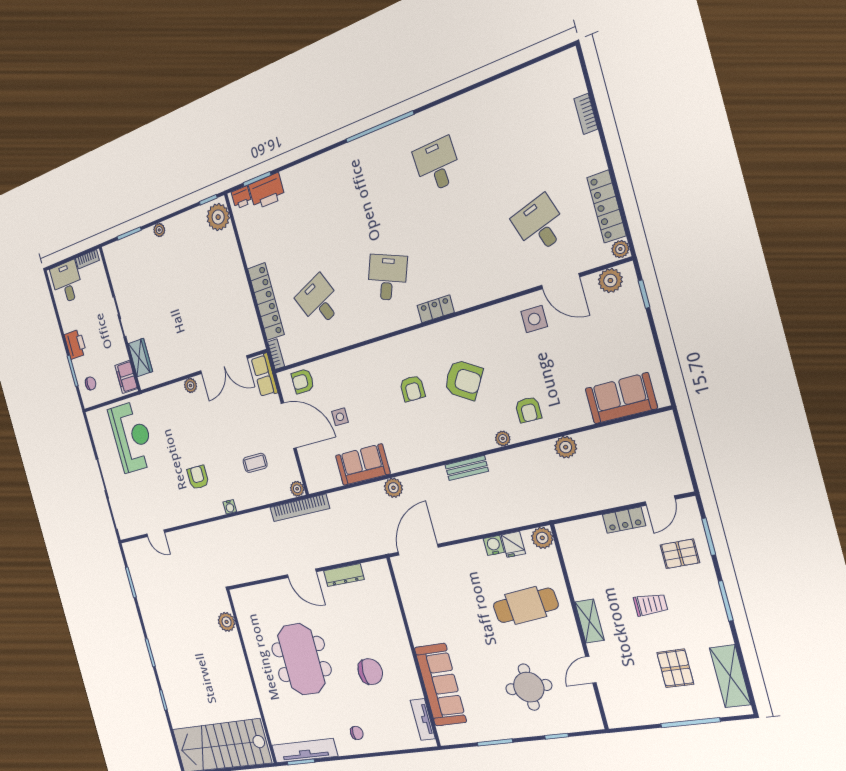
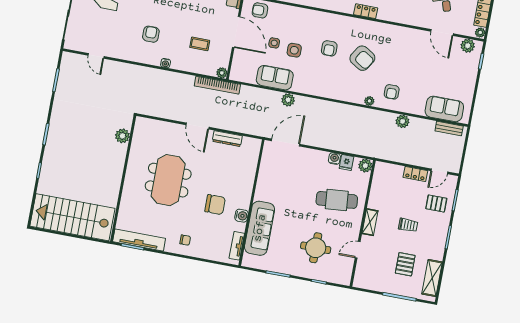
side table: (534, 319) -> (294, 50), moved
bench: (467, 468) -> (449, 129), moved
water cooler: (409, 675) -> (241, 216), added

